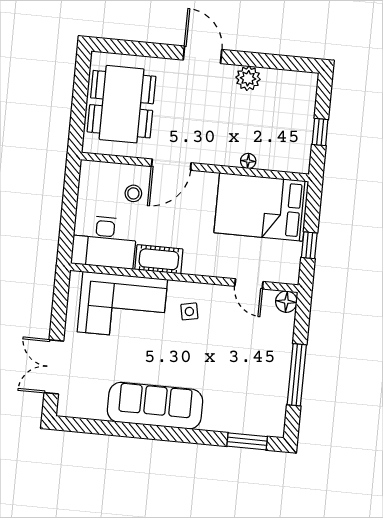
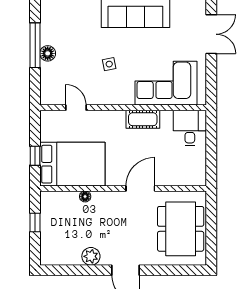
stool: (133, 193) -> (166, 165), removed
desk: (104, 242) -> (190, 128), width x0.73
window: (309, 245) -> (35, 156), moved
floor lamp: (286, 302) -> (48, 53), moved
side table: (189, 311) -> (109, 64), moved

